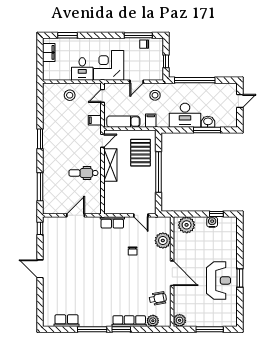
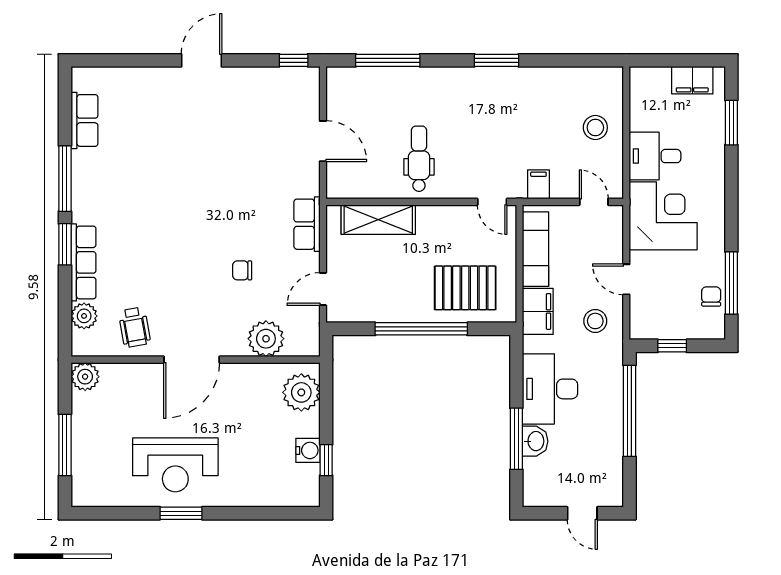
filing cabinet: (151, 121) -> (538, 311), width x2.00
shelving: (110, 165) -> (378, 220), moved

